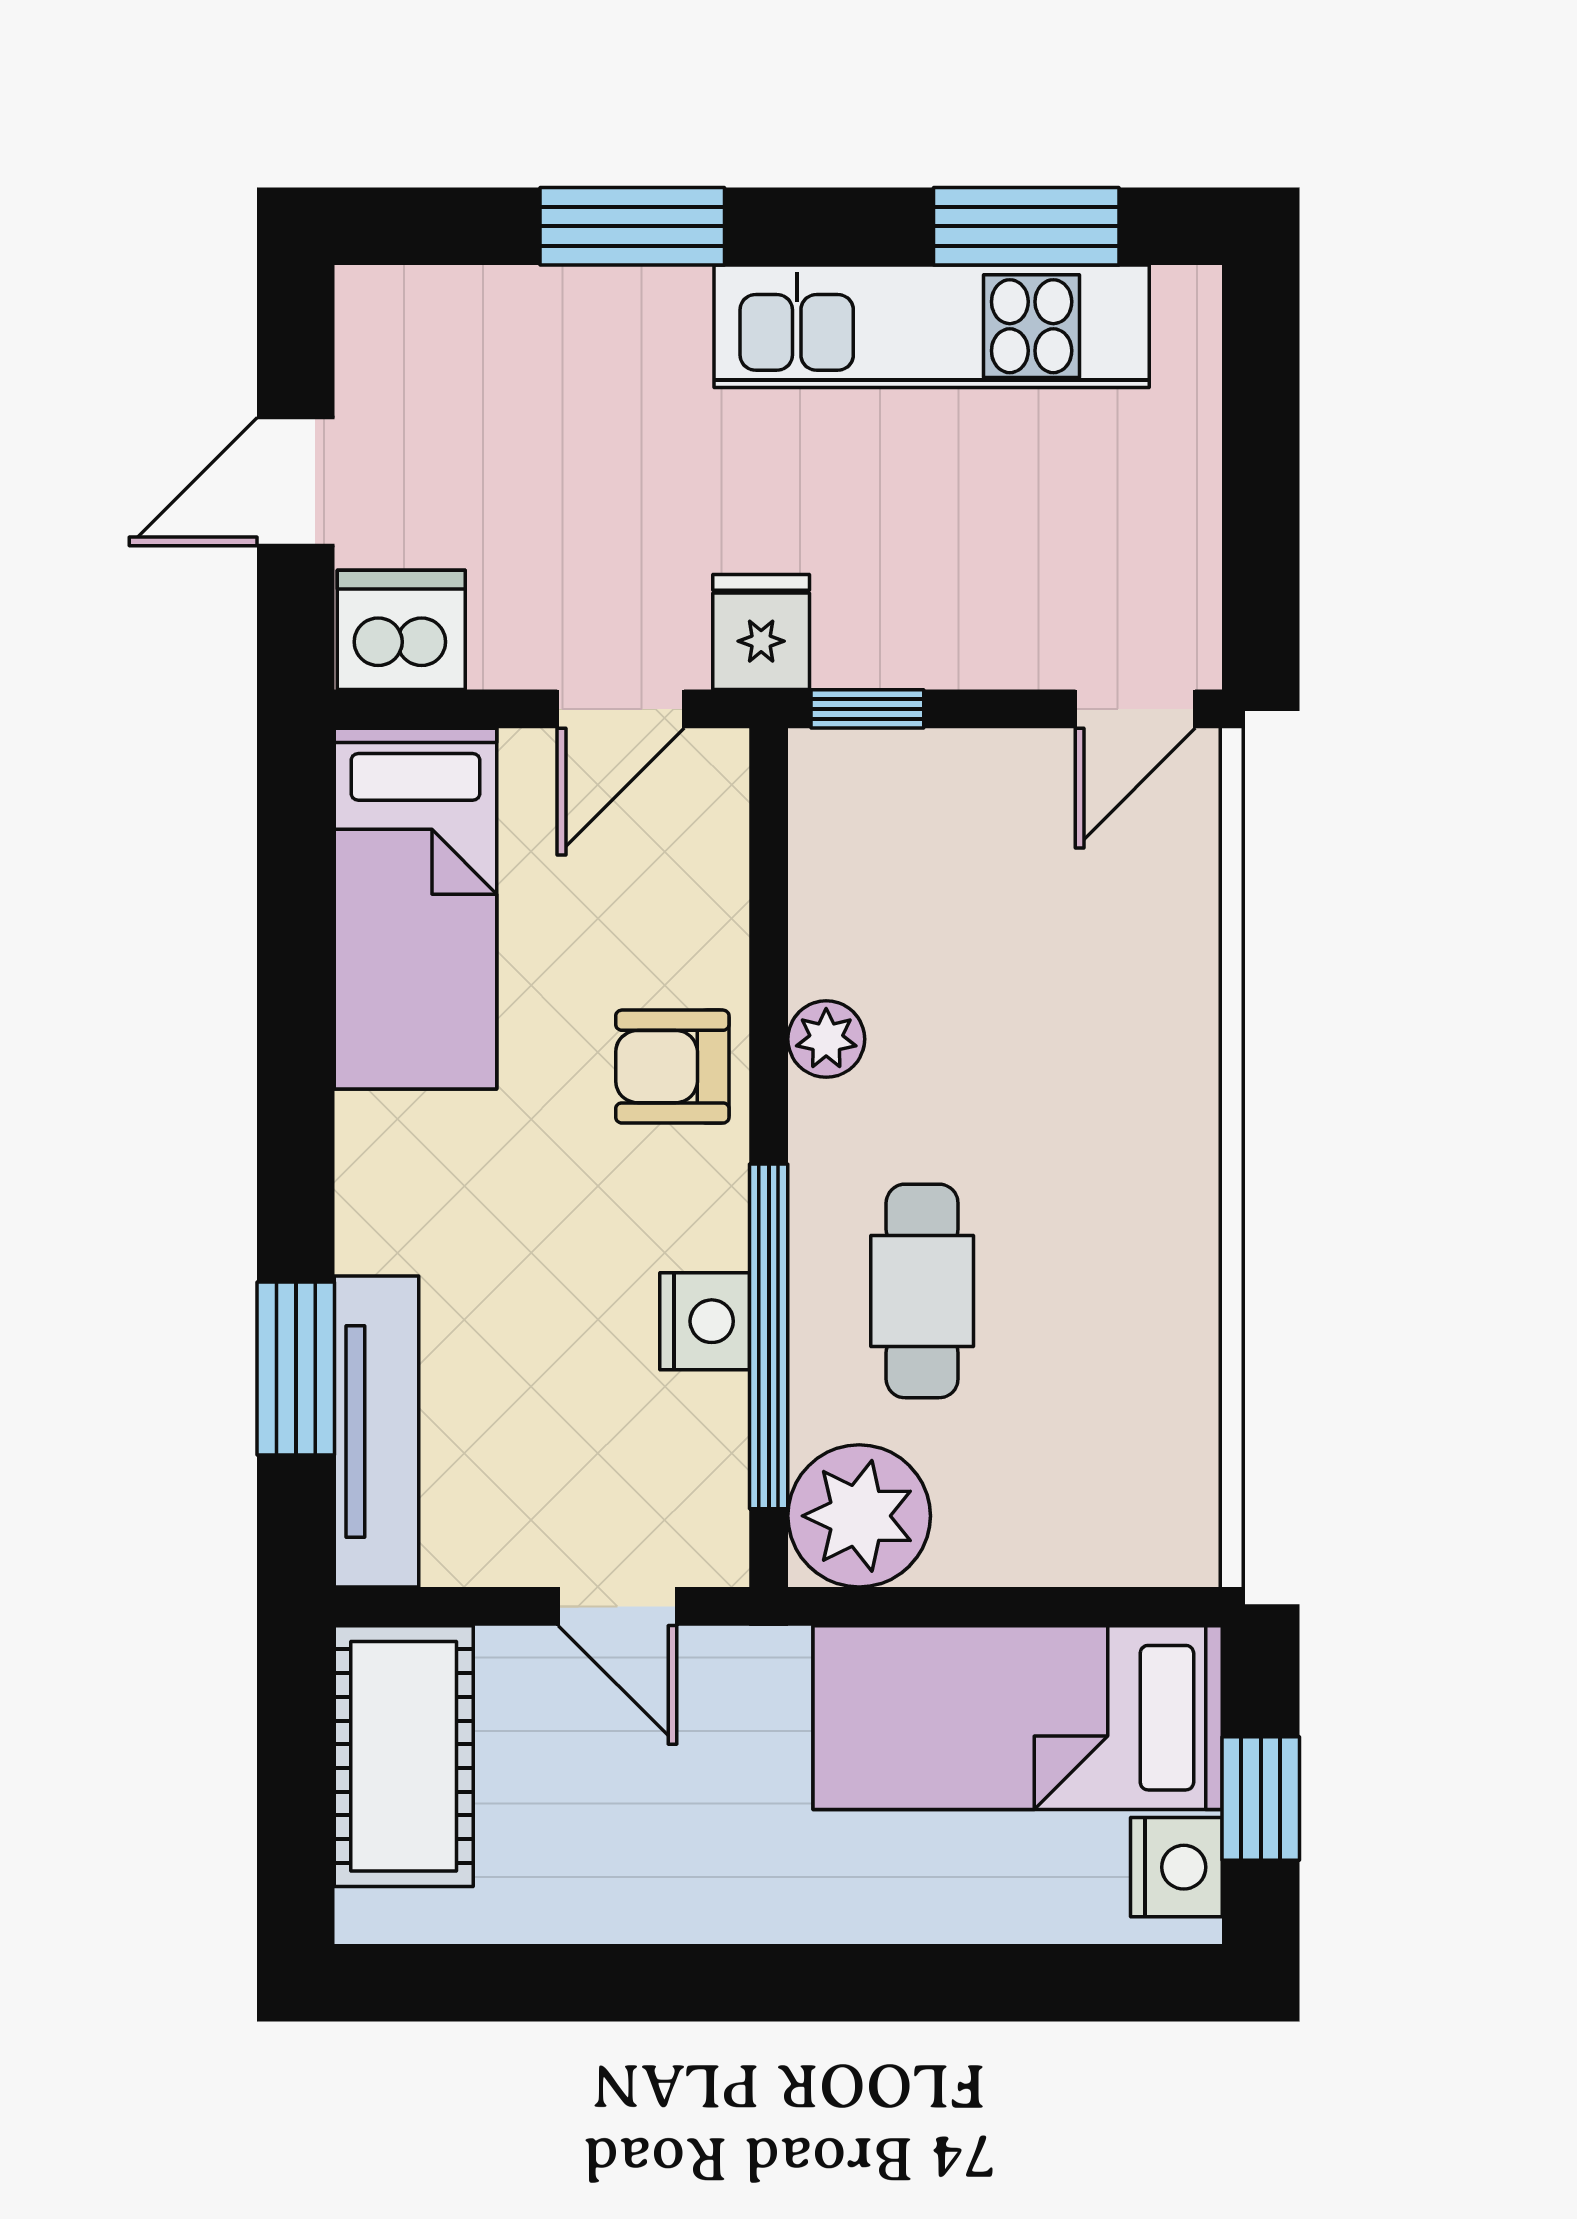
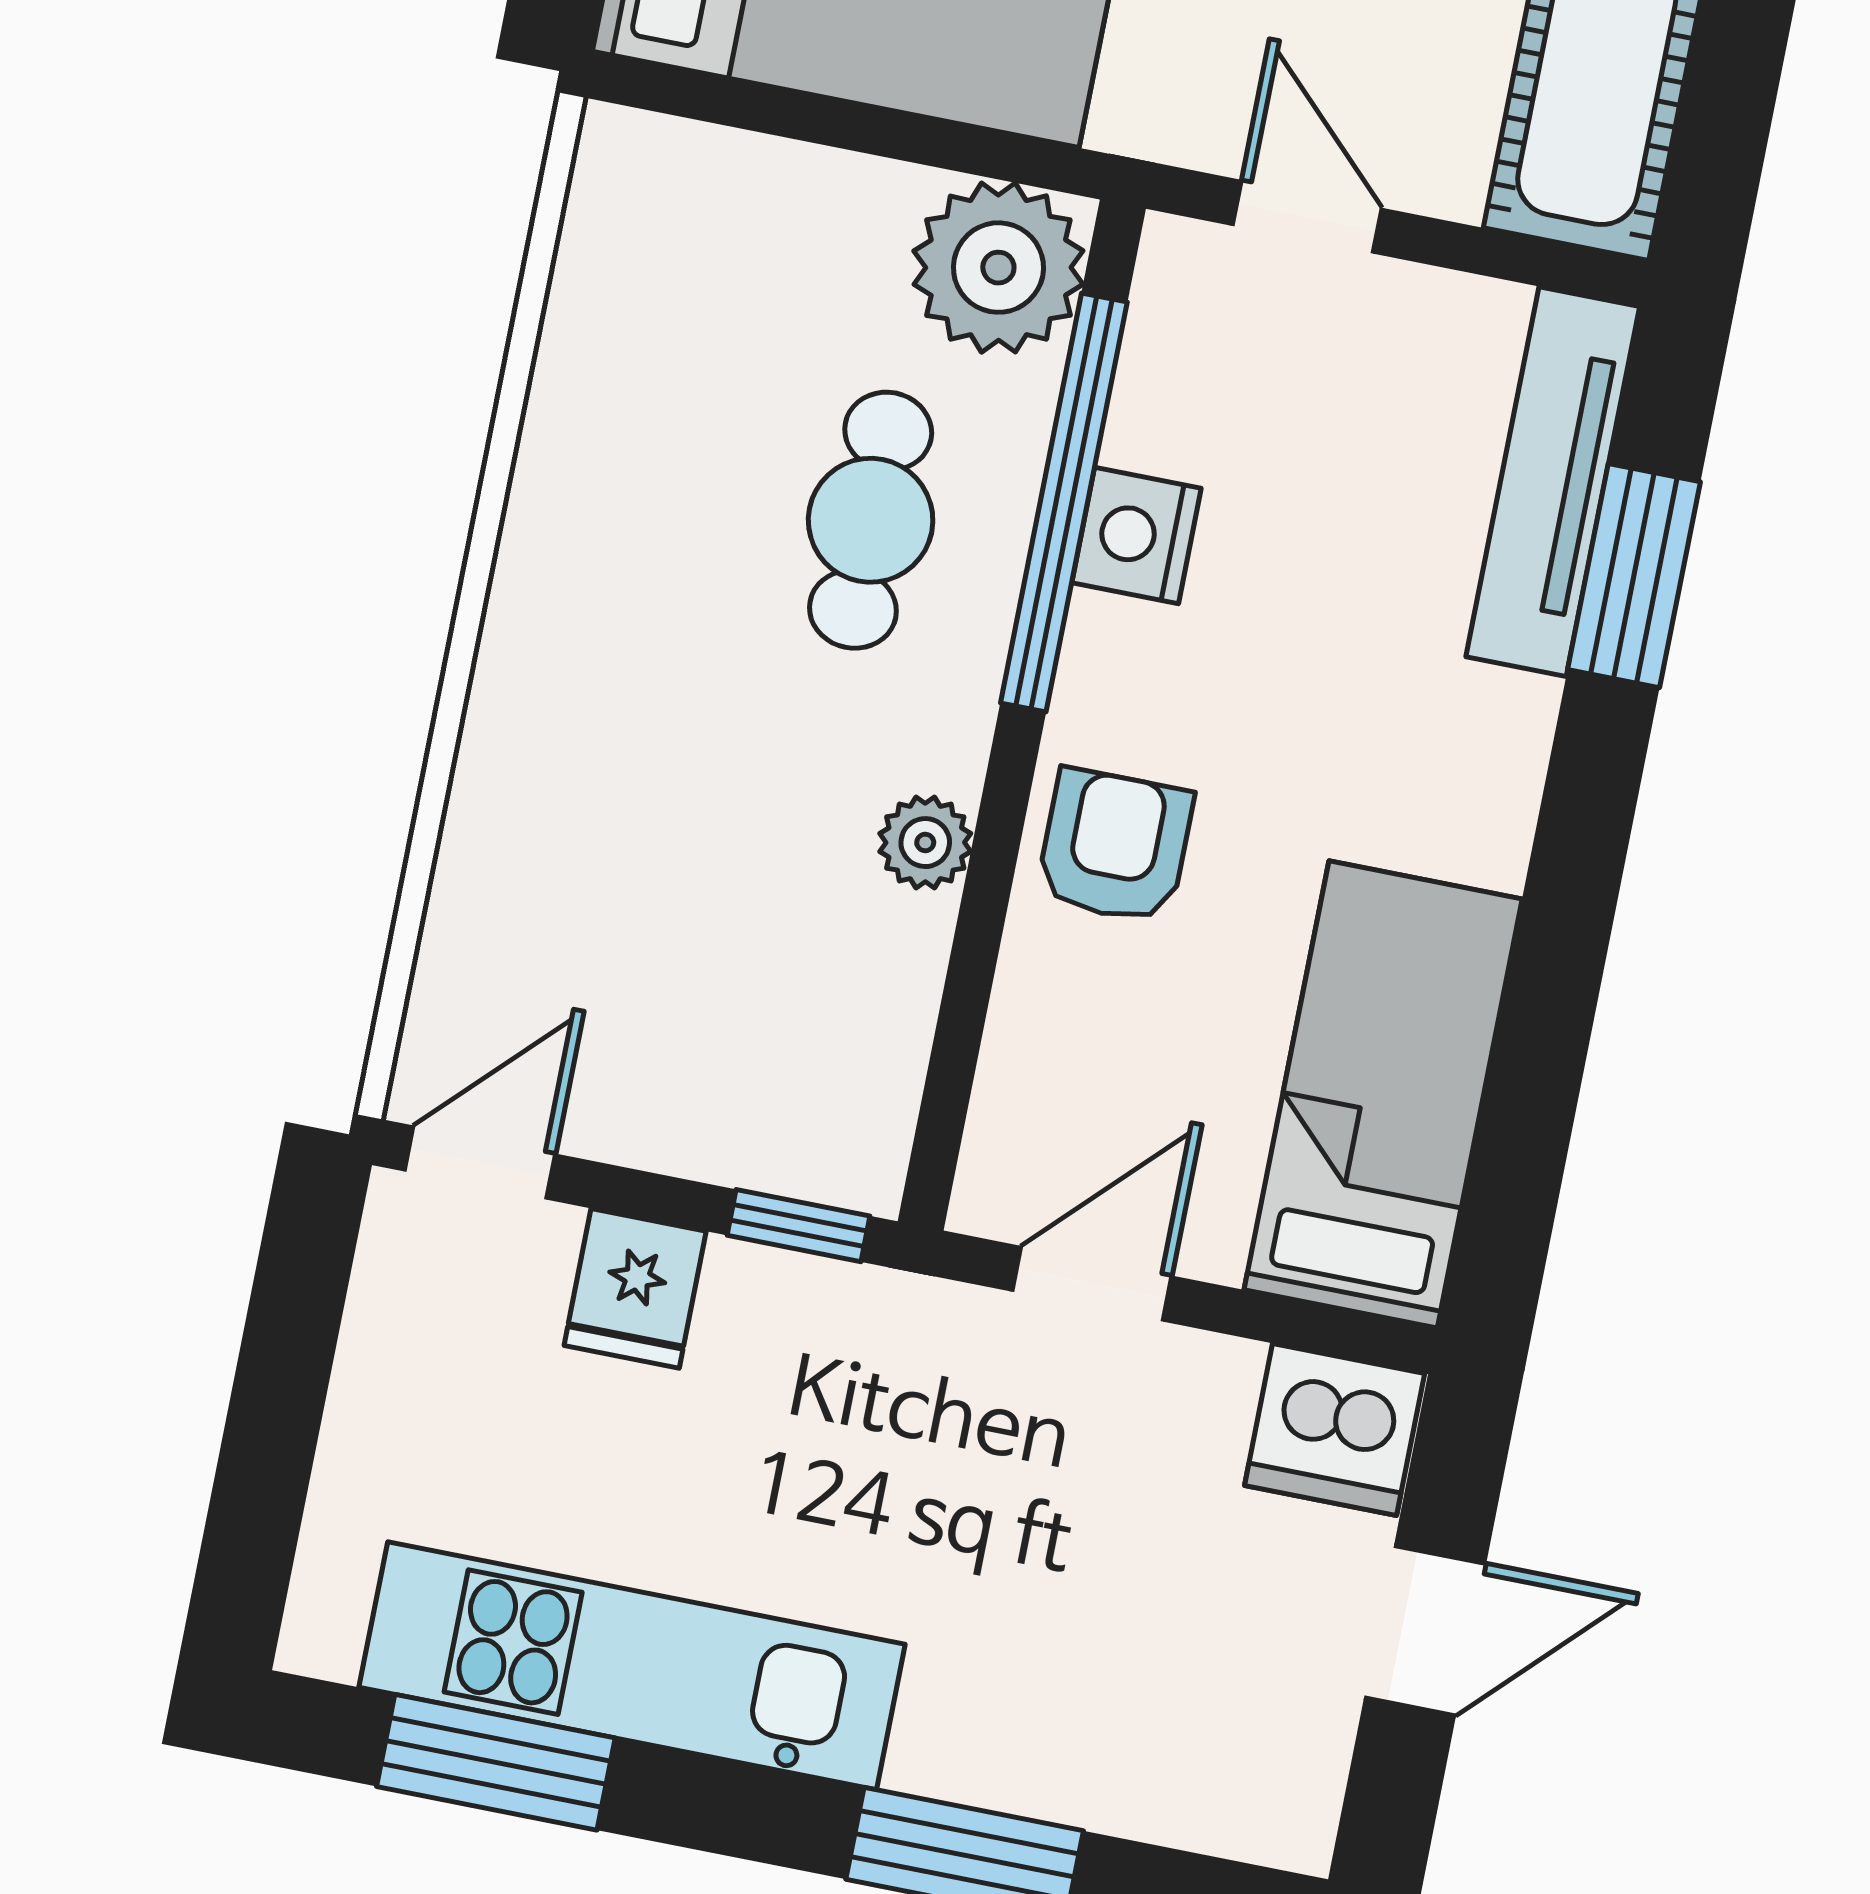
fridge: (761, 632) -> (635, 1288), moved
armchair: (672, 1067) -> (1115, 846), turned -90

